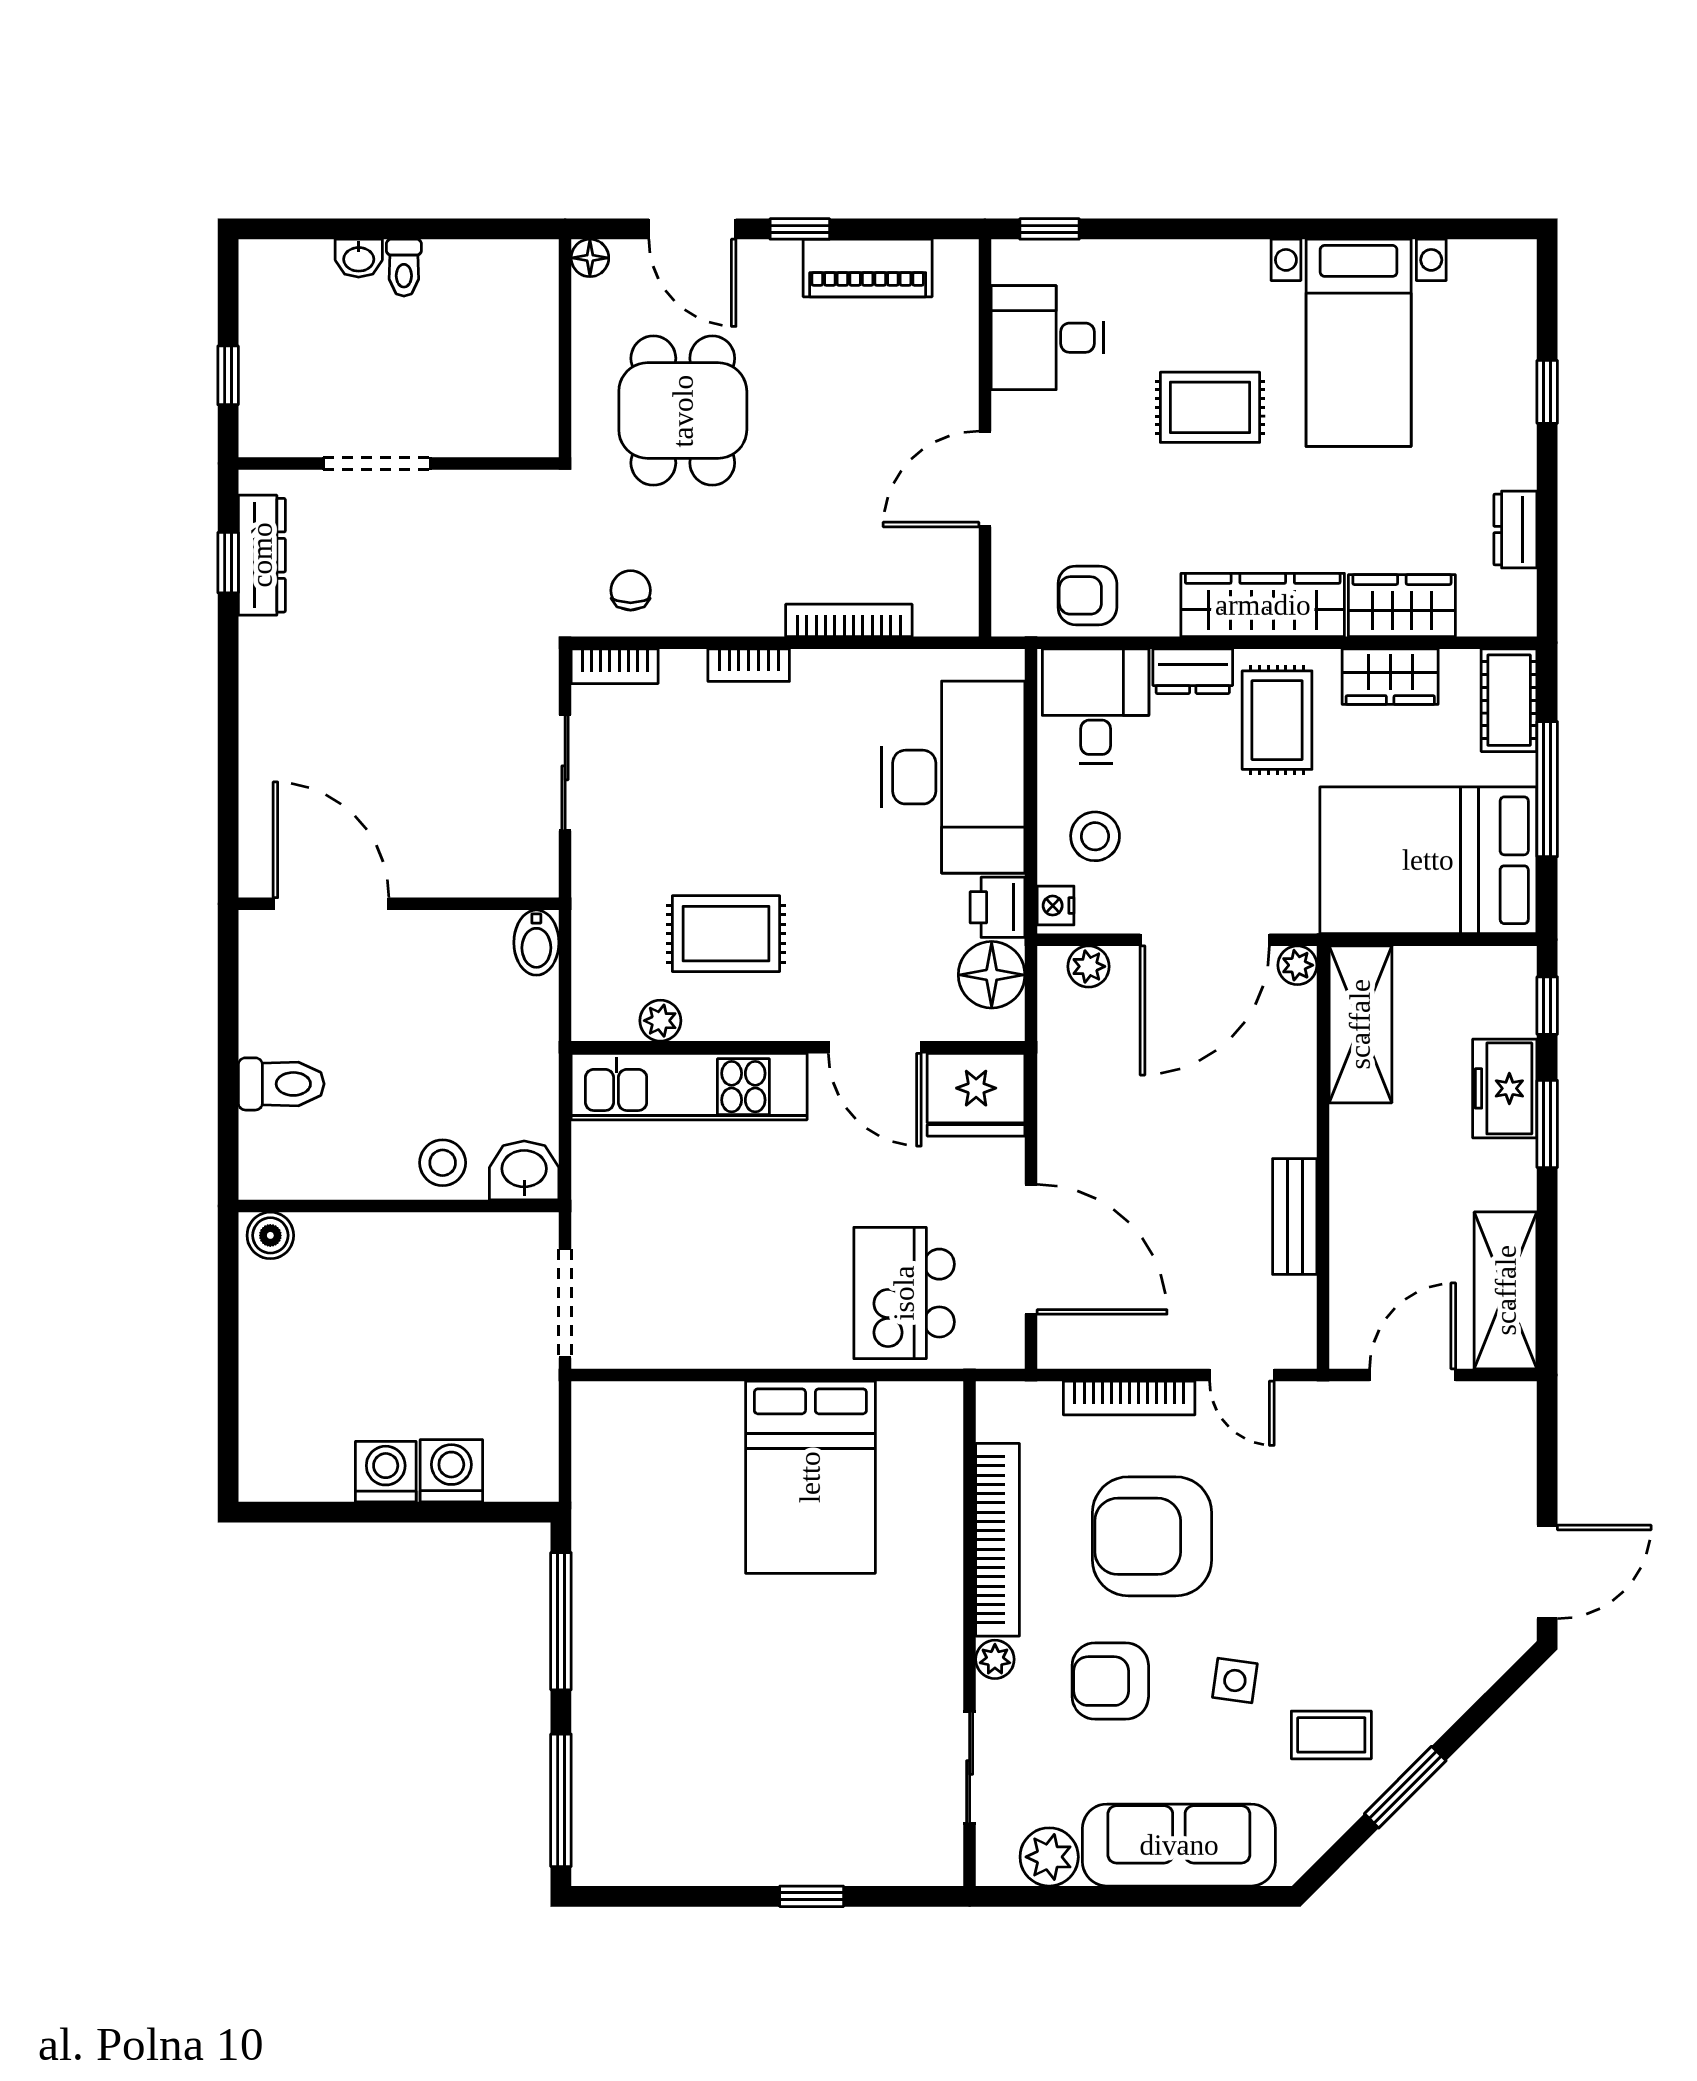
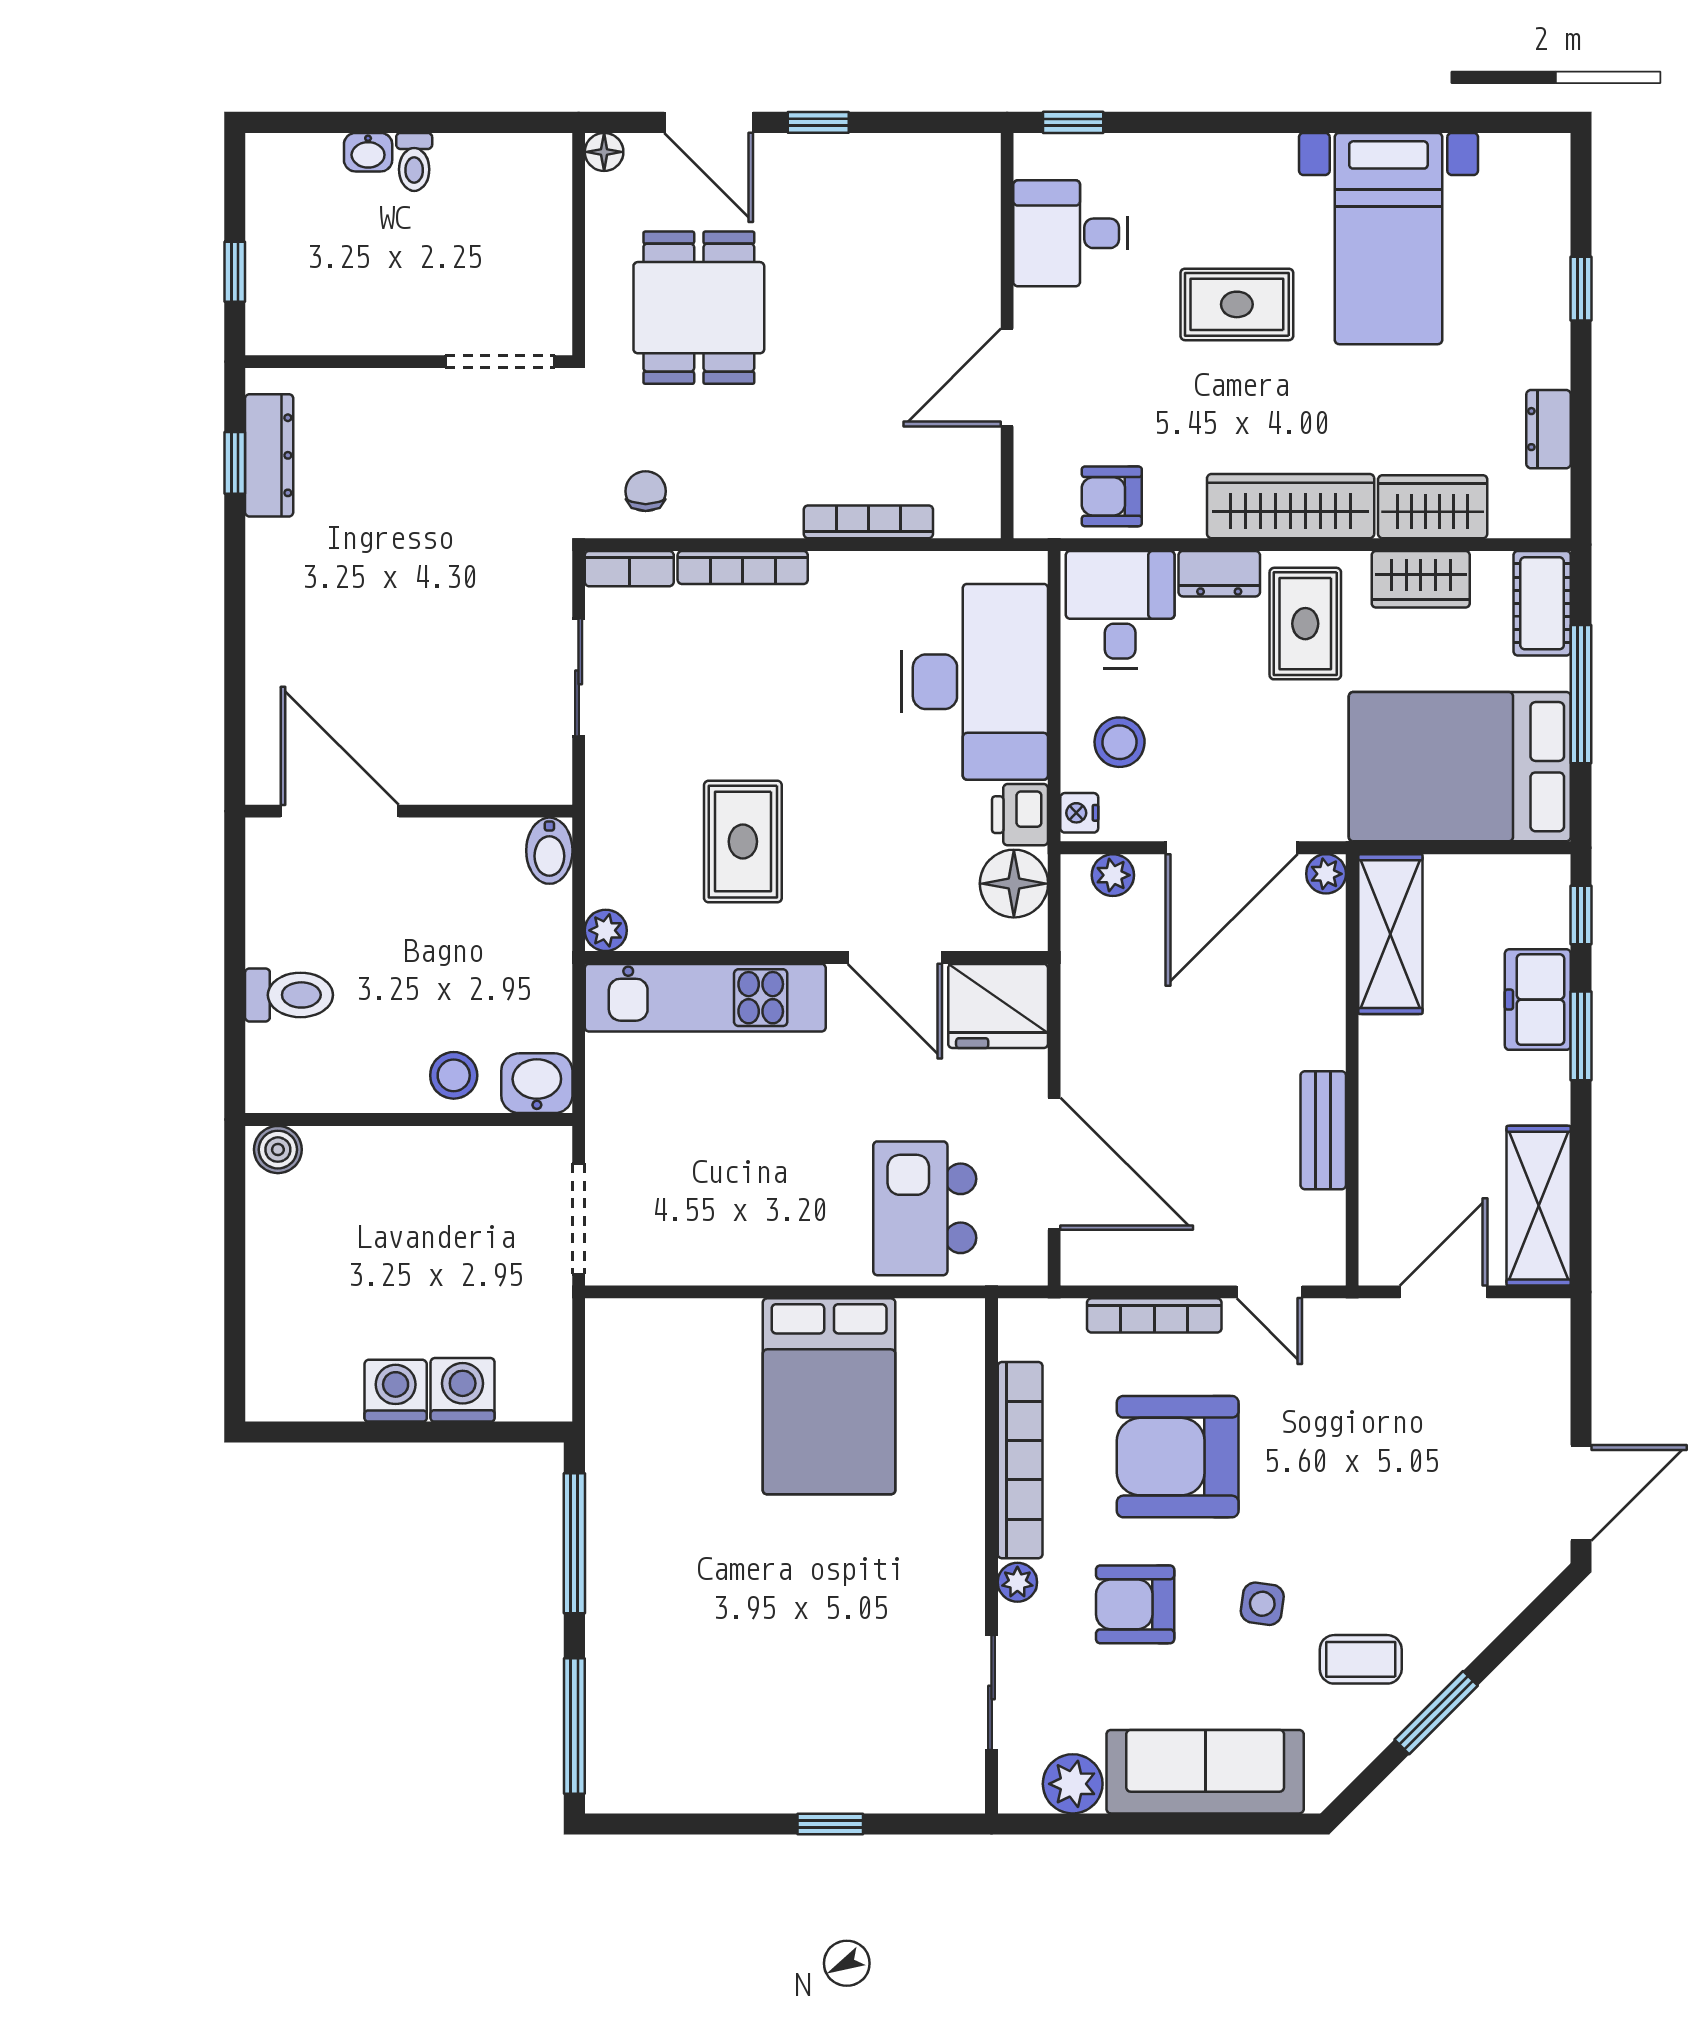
piano: (868, 268) -> (887, 162), removed
doorway: (377, 463) -> (500, 362), moved
bookcase: (749, 665) -> (743, 567), width x1.56
rug: (726, 934) -> (743, 842), turned 90
plant: (660, 1021) -> (606, 930), moved

